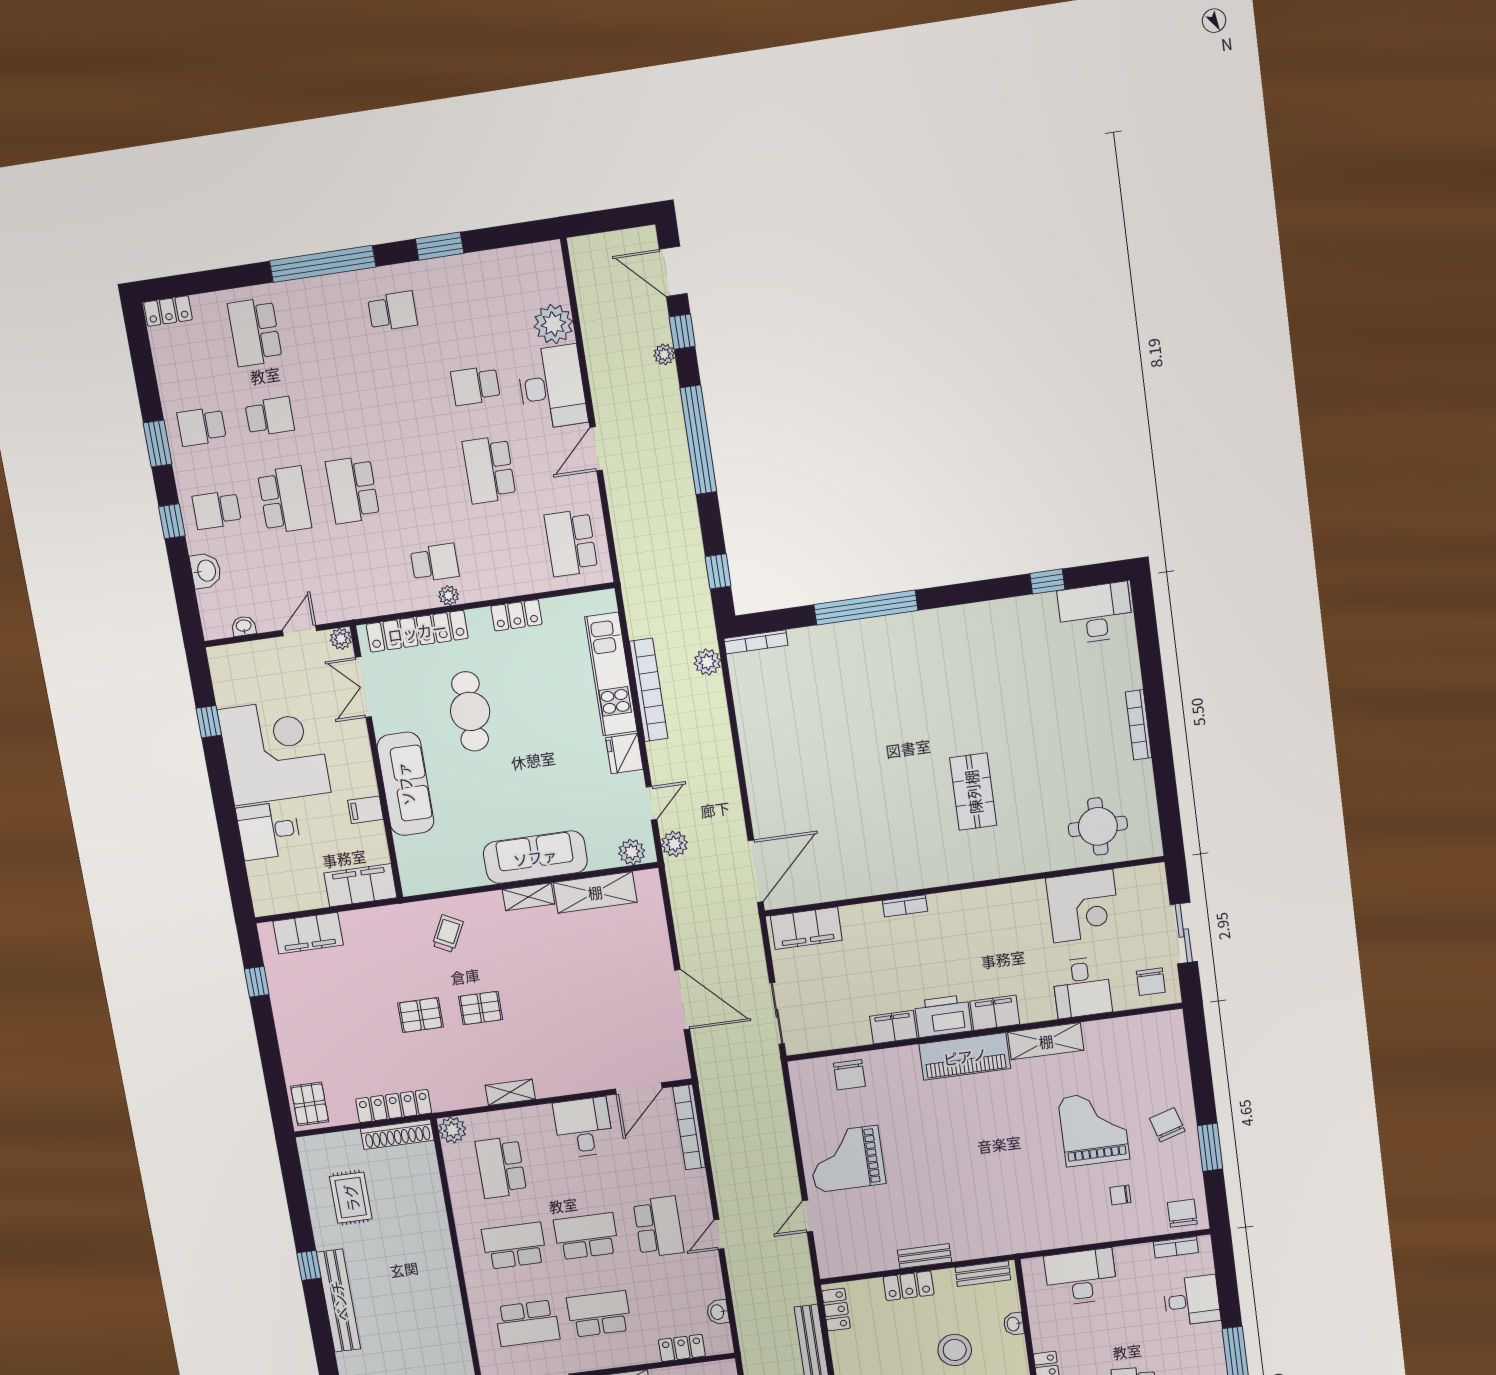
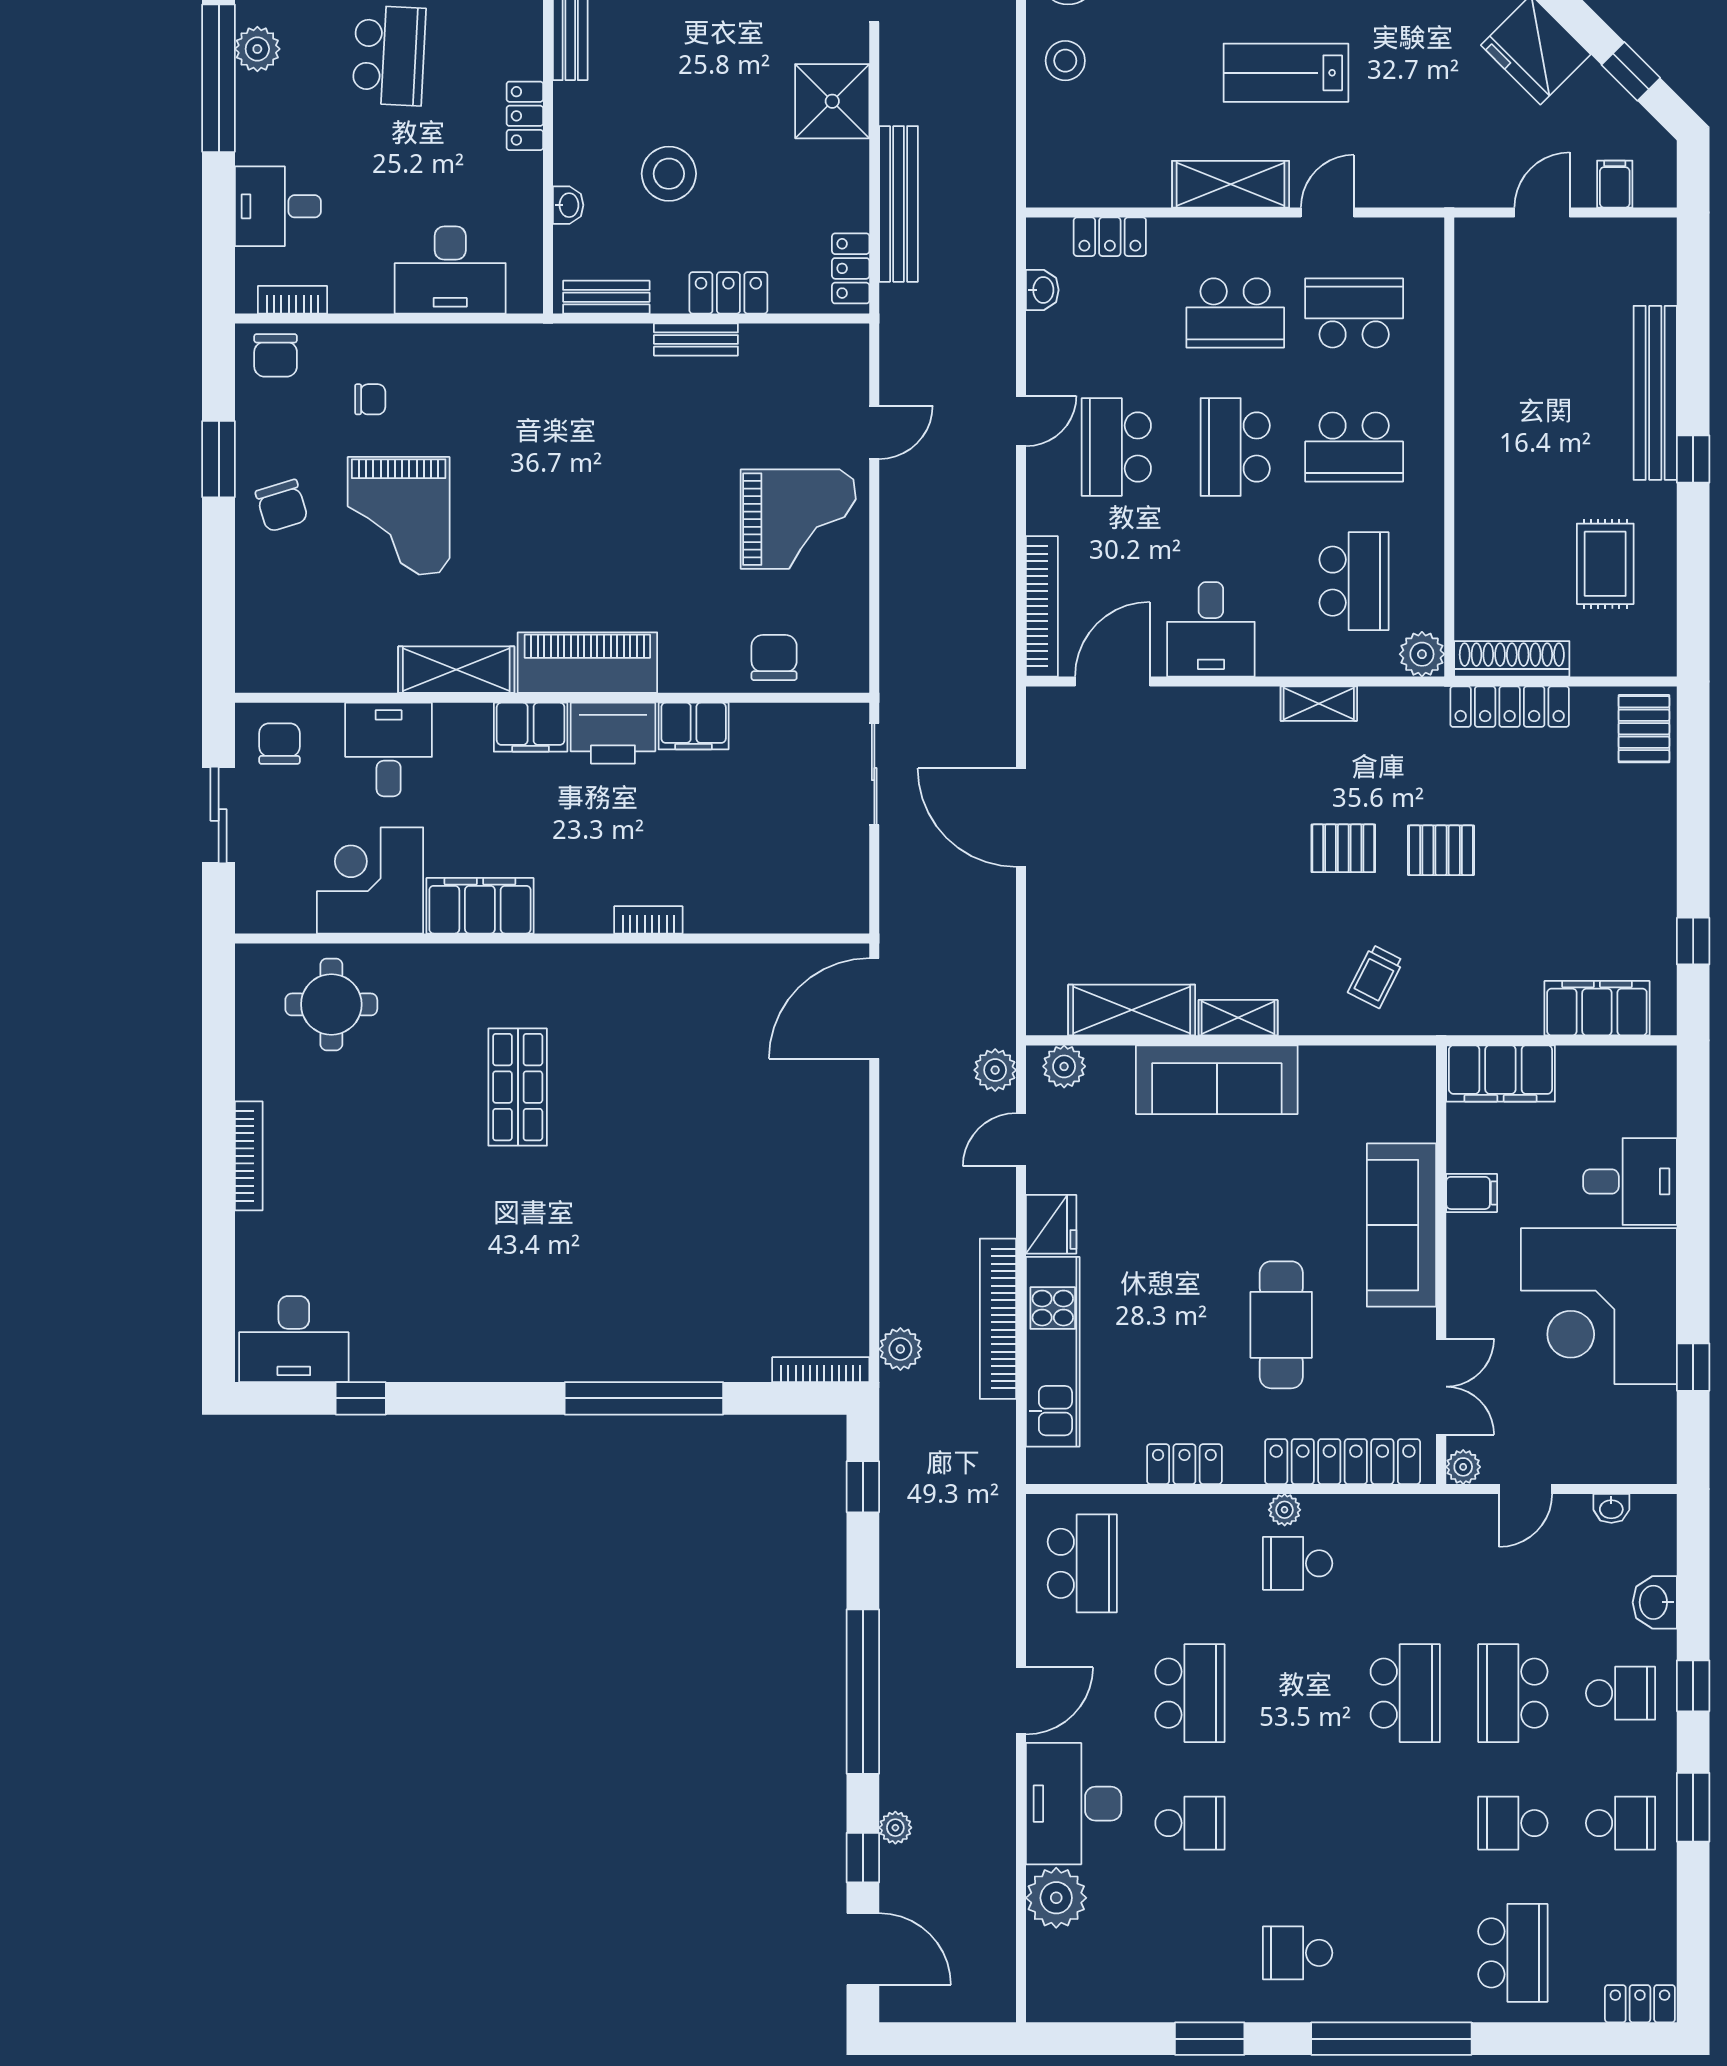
filing cabinet: (806, 928) -> (480, 906), moved
school desk: (586, 1236) -> (1235, 447), turned 90

